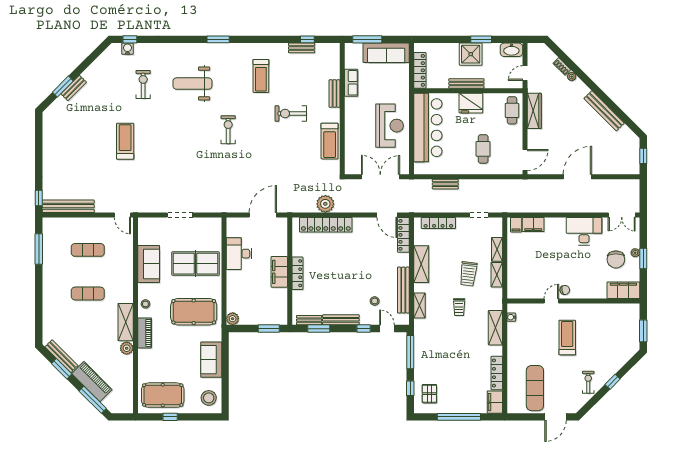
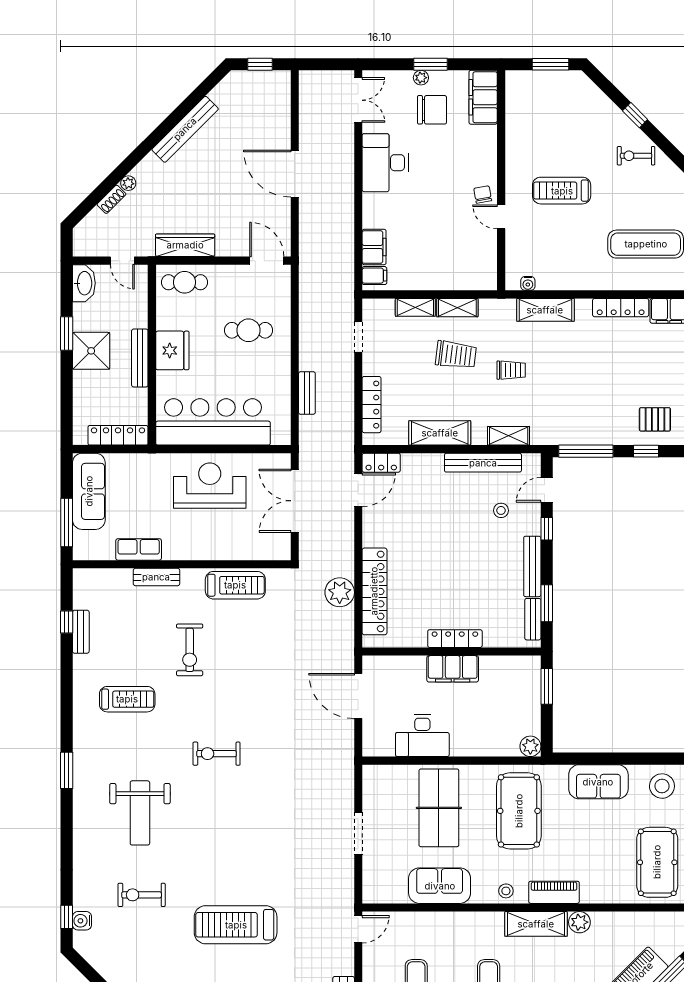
treadmill: (125, 141) -> (236, 925), width x1.37, depth x1.38
locker: (403, 235) -> (381, 463), width x0.66

